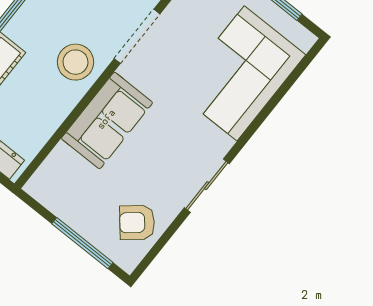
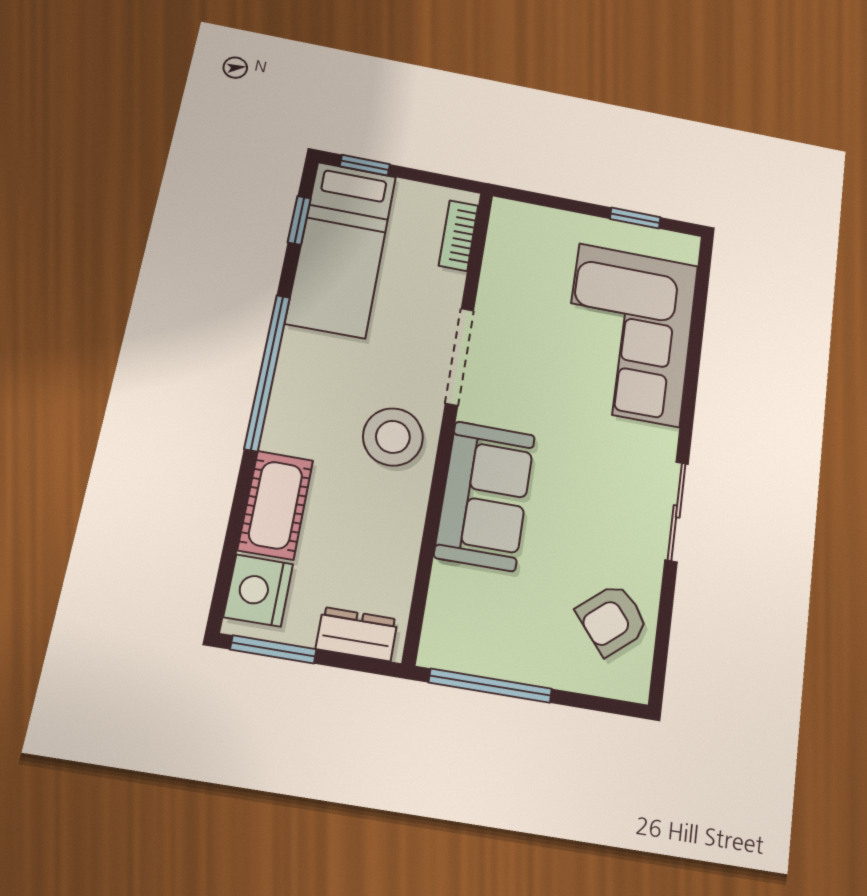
window: (82, 243) -> (490, 686), moved

